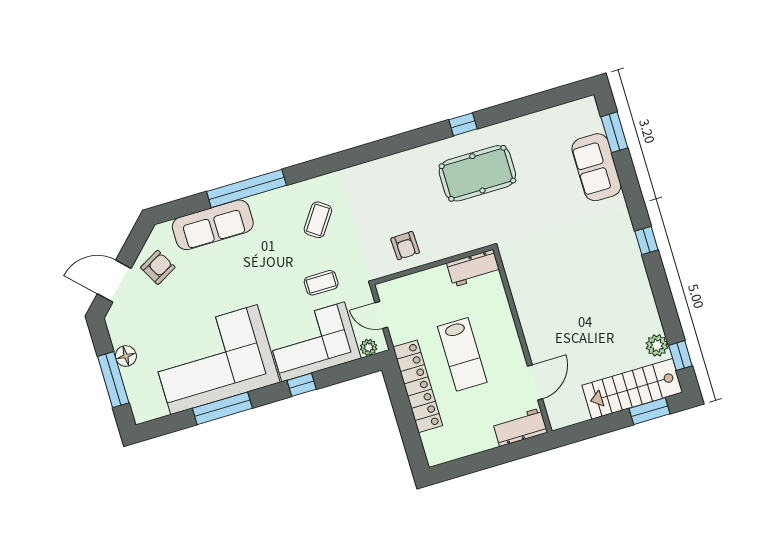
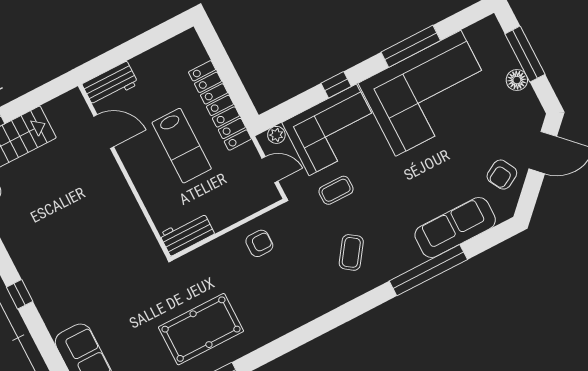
armchair: (405, 246) -> (259, 243), turned 92
lab bench: (462, 354) -> (182, 146), turned 180
door: (535, 382) -> (104, 131), swing flipped

